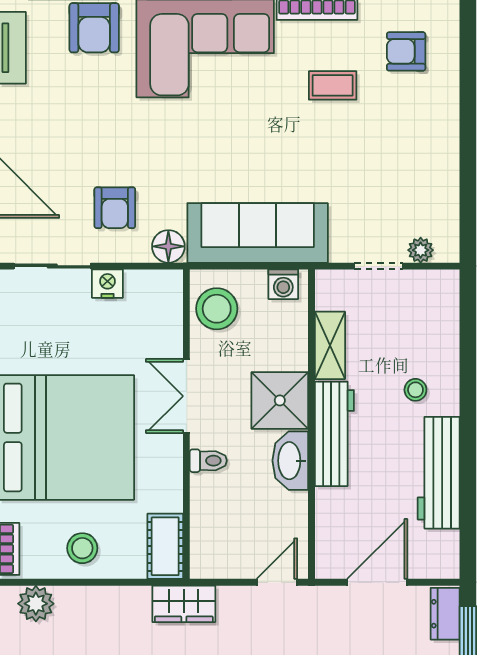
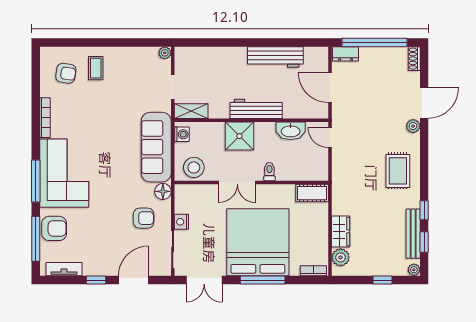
armchair: (406, 51) -> (66, 73), turned -81
coffee table: (333, 85) -> (96, 68), moved
plant: (421, 250) -> (165, 53), moved
shelving: (330, 345) -> (191, 111), moved
stool: (415, 390) -> (234, 69), removed
washbasin: (290, 461) -> (291, 131), moved
stool: (82, 548) -> (313, 234), removed
wardrobe: (184, 604) -> (341, 231), moved

